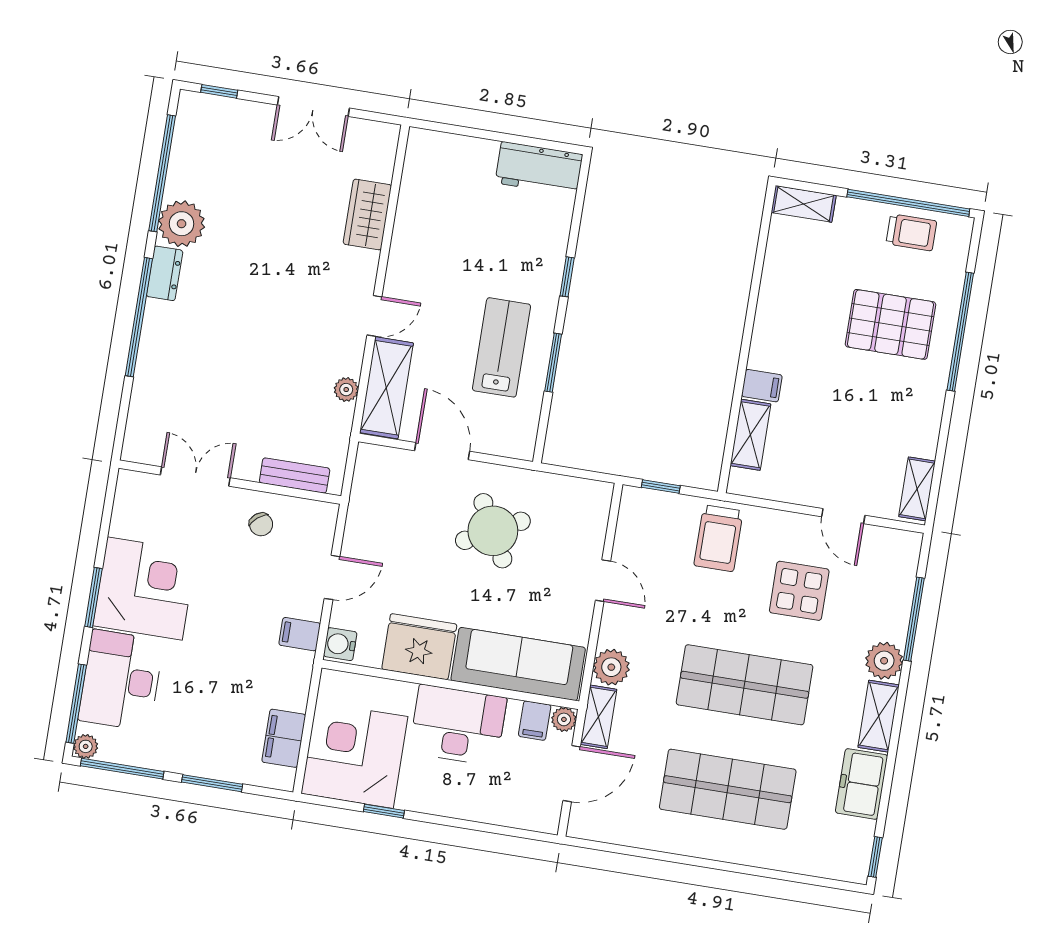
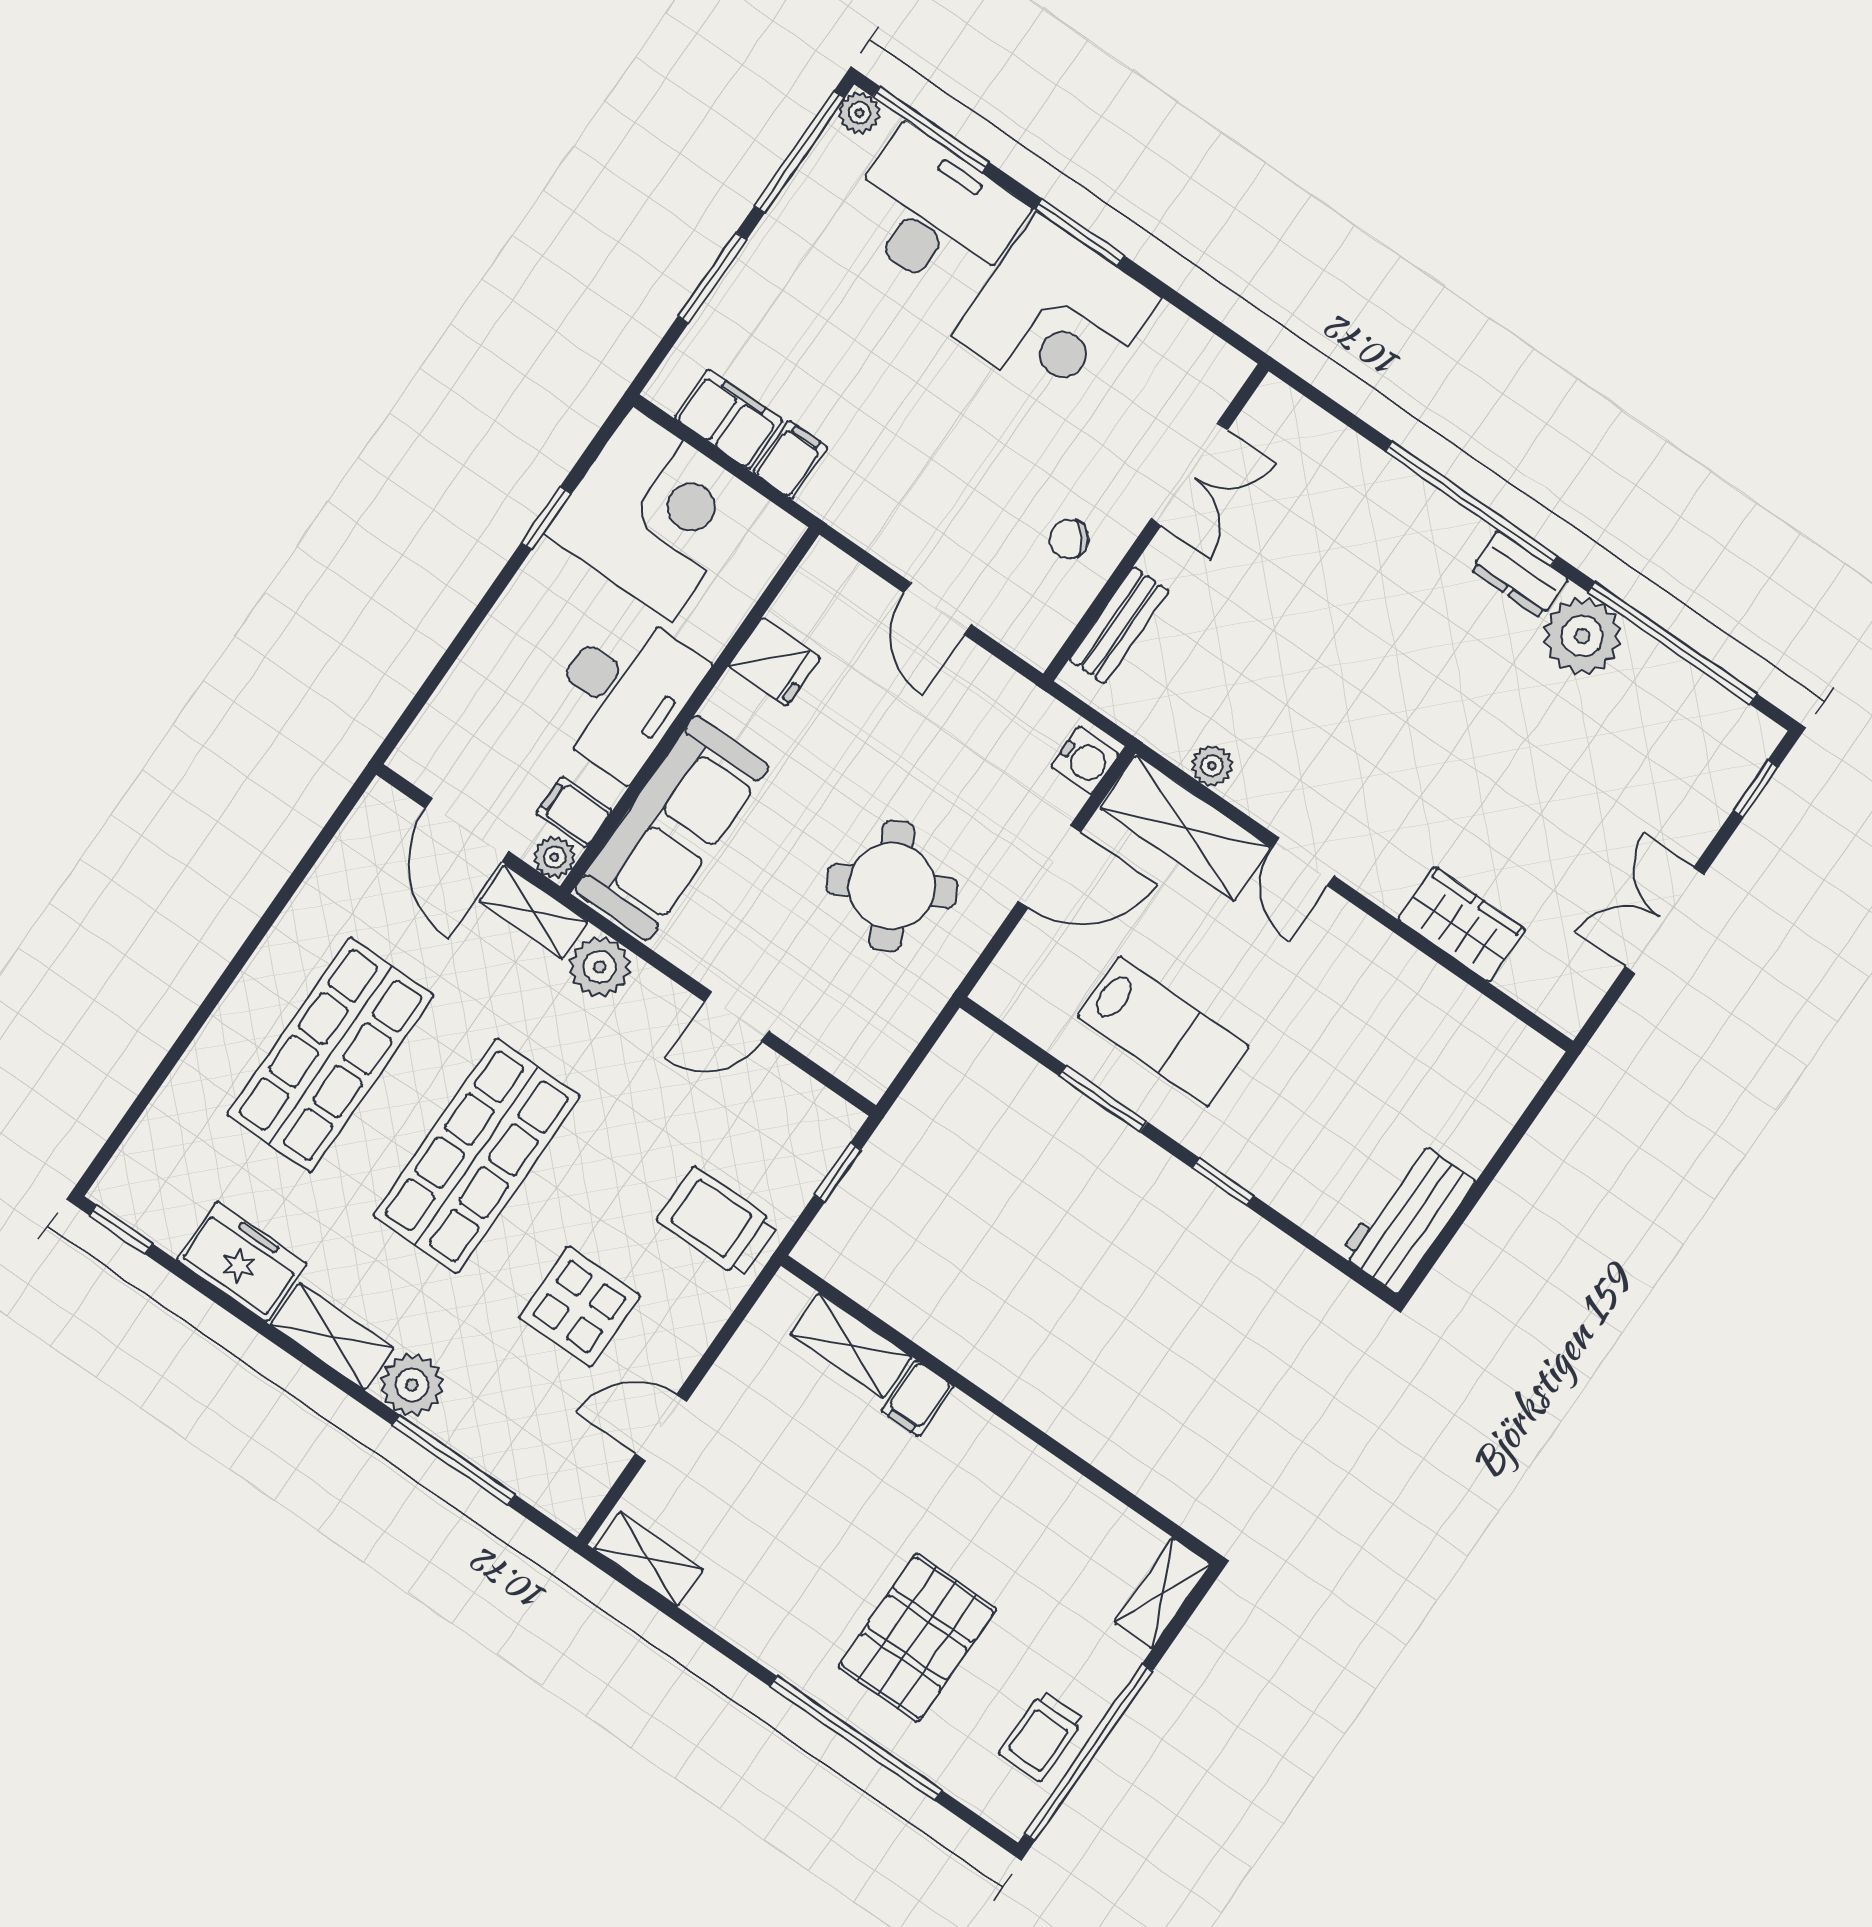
filing cabinet: (300, 634) -> (790, 460), moved
water cooler: (340, 644) -> (1085, 760), moved, turned 90
fridge: (419, 647) -> (774, 662), width x0.53, depth x0.75

